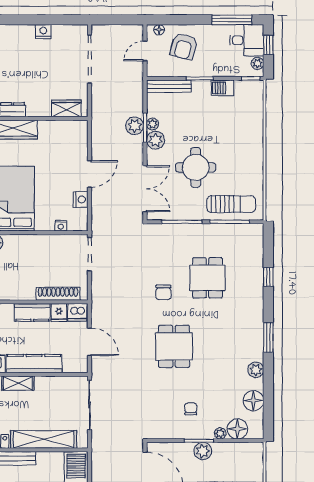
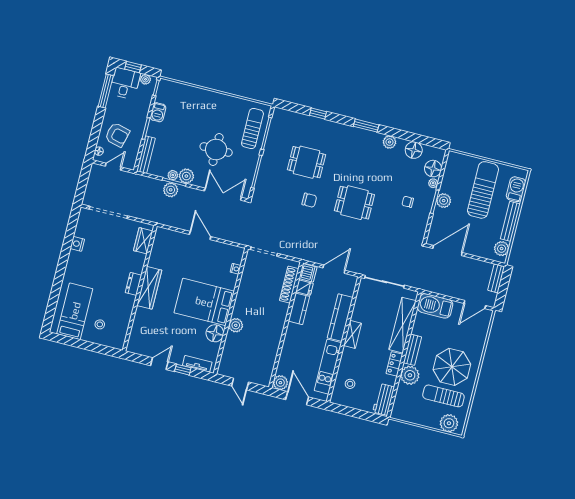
door: (145, 51) -> (113, 167), swing flipped
nightstand: (81, 200) -> (219, 248), removed

